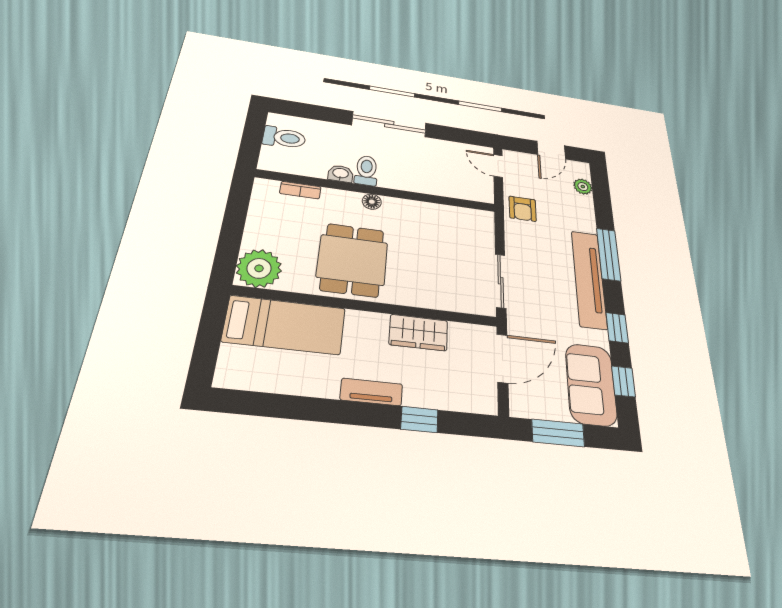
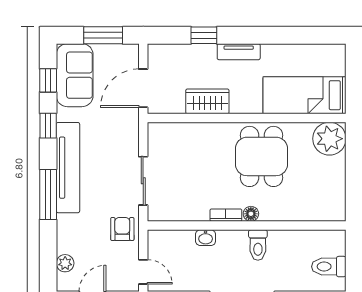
washbasin: (341, 174) -> (206, 238), moved
bookcase: (300, 190) -> (226, 215), moved
sliding door: (501, 281) -> (143, 181), moved

